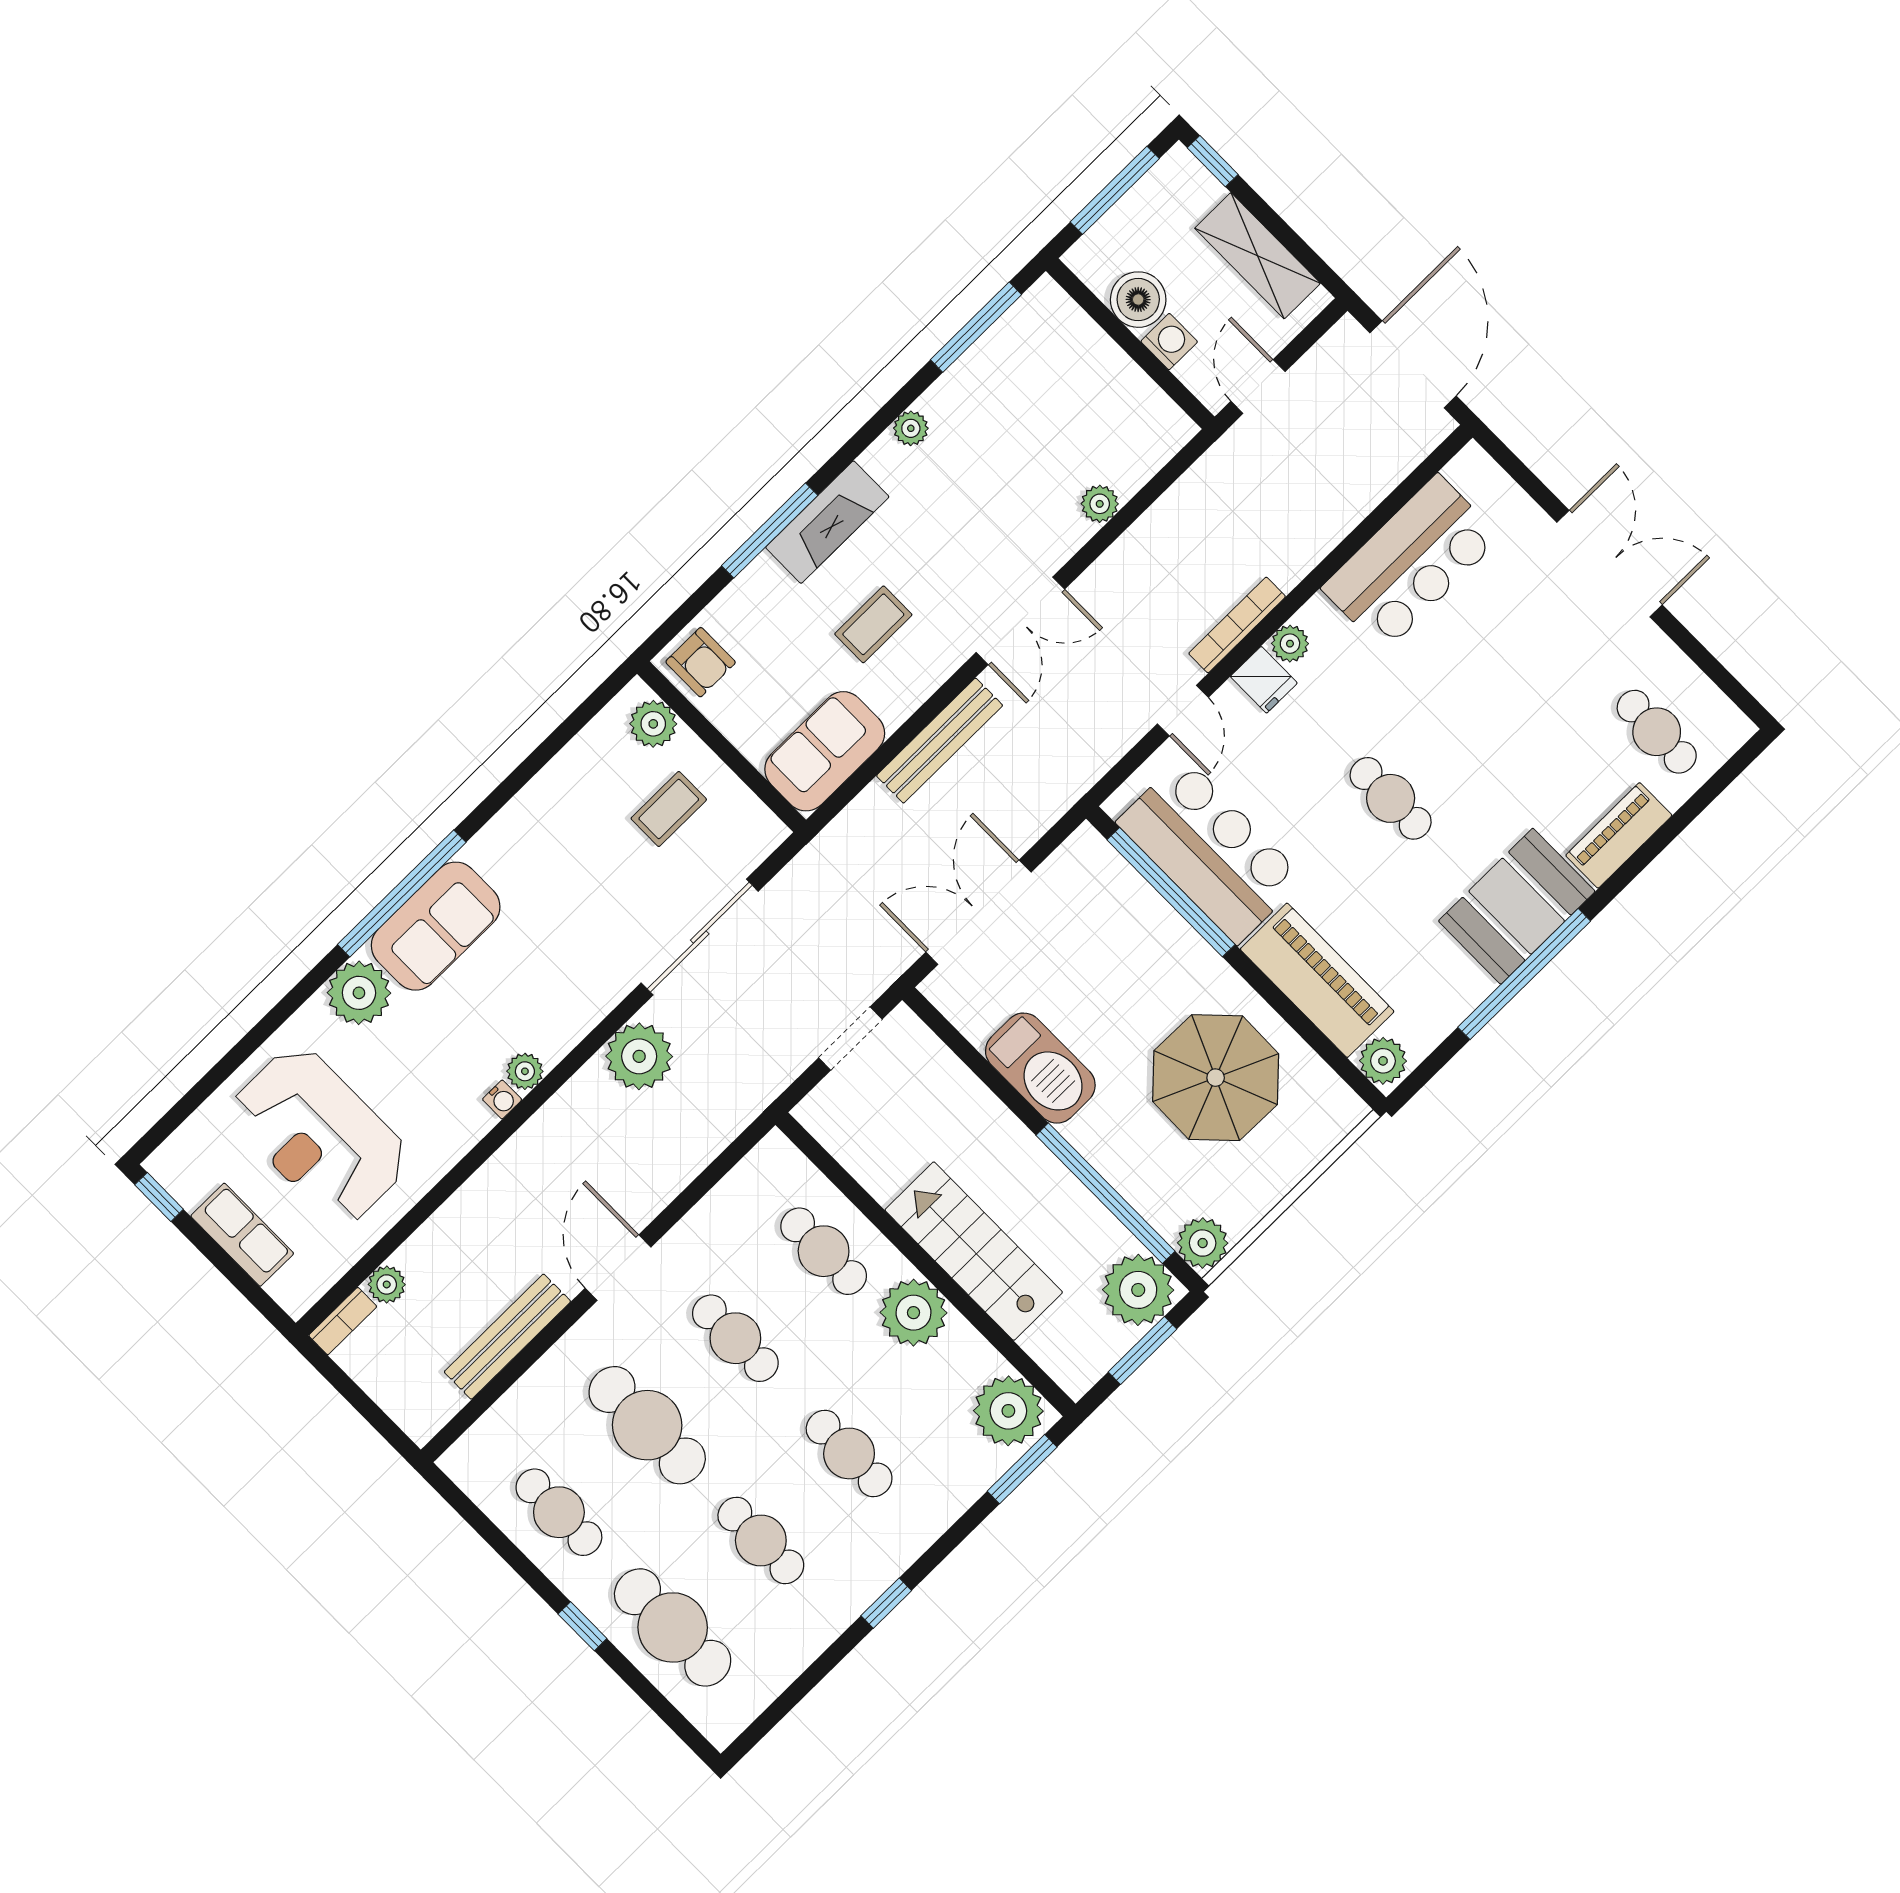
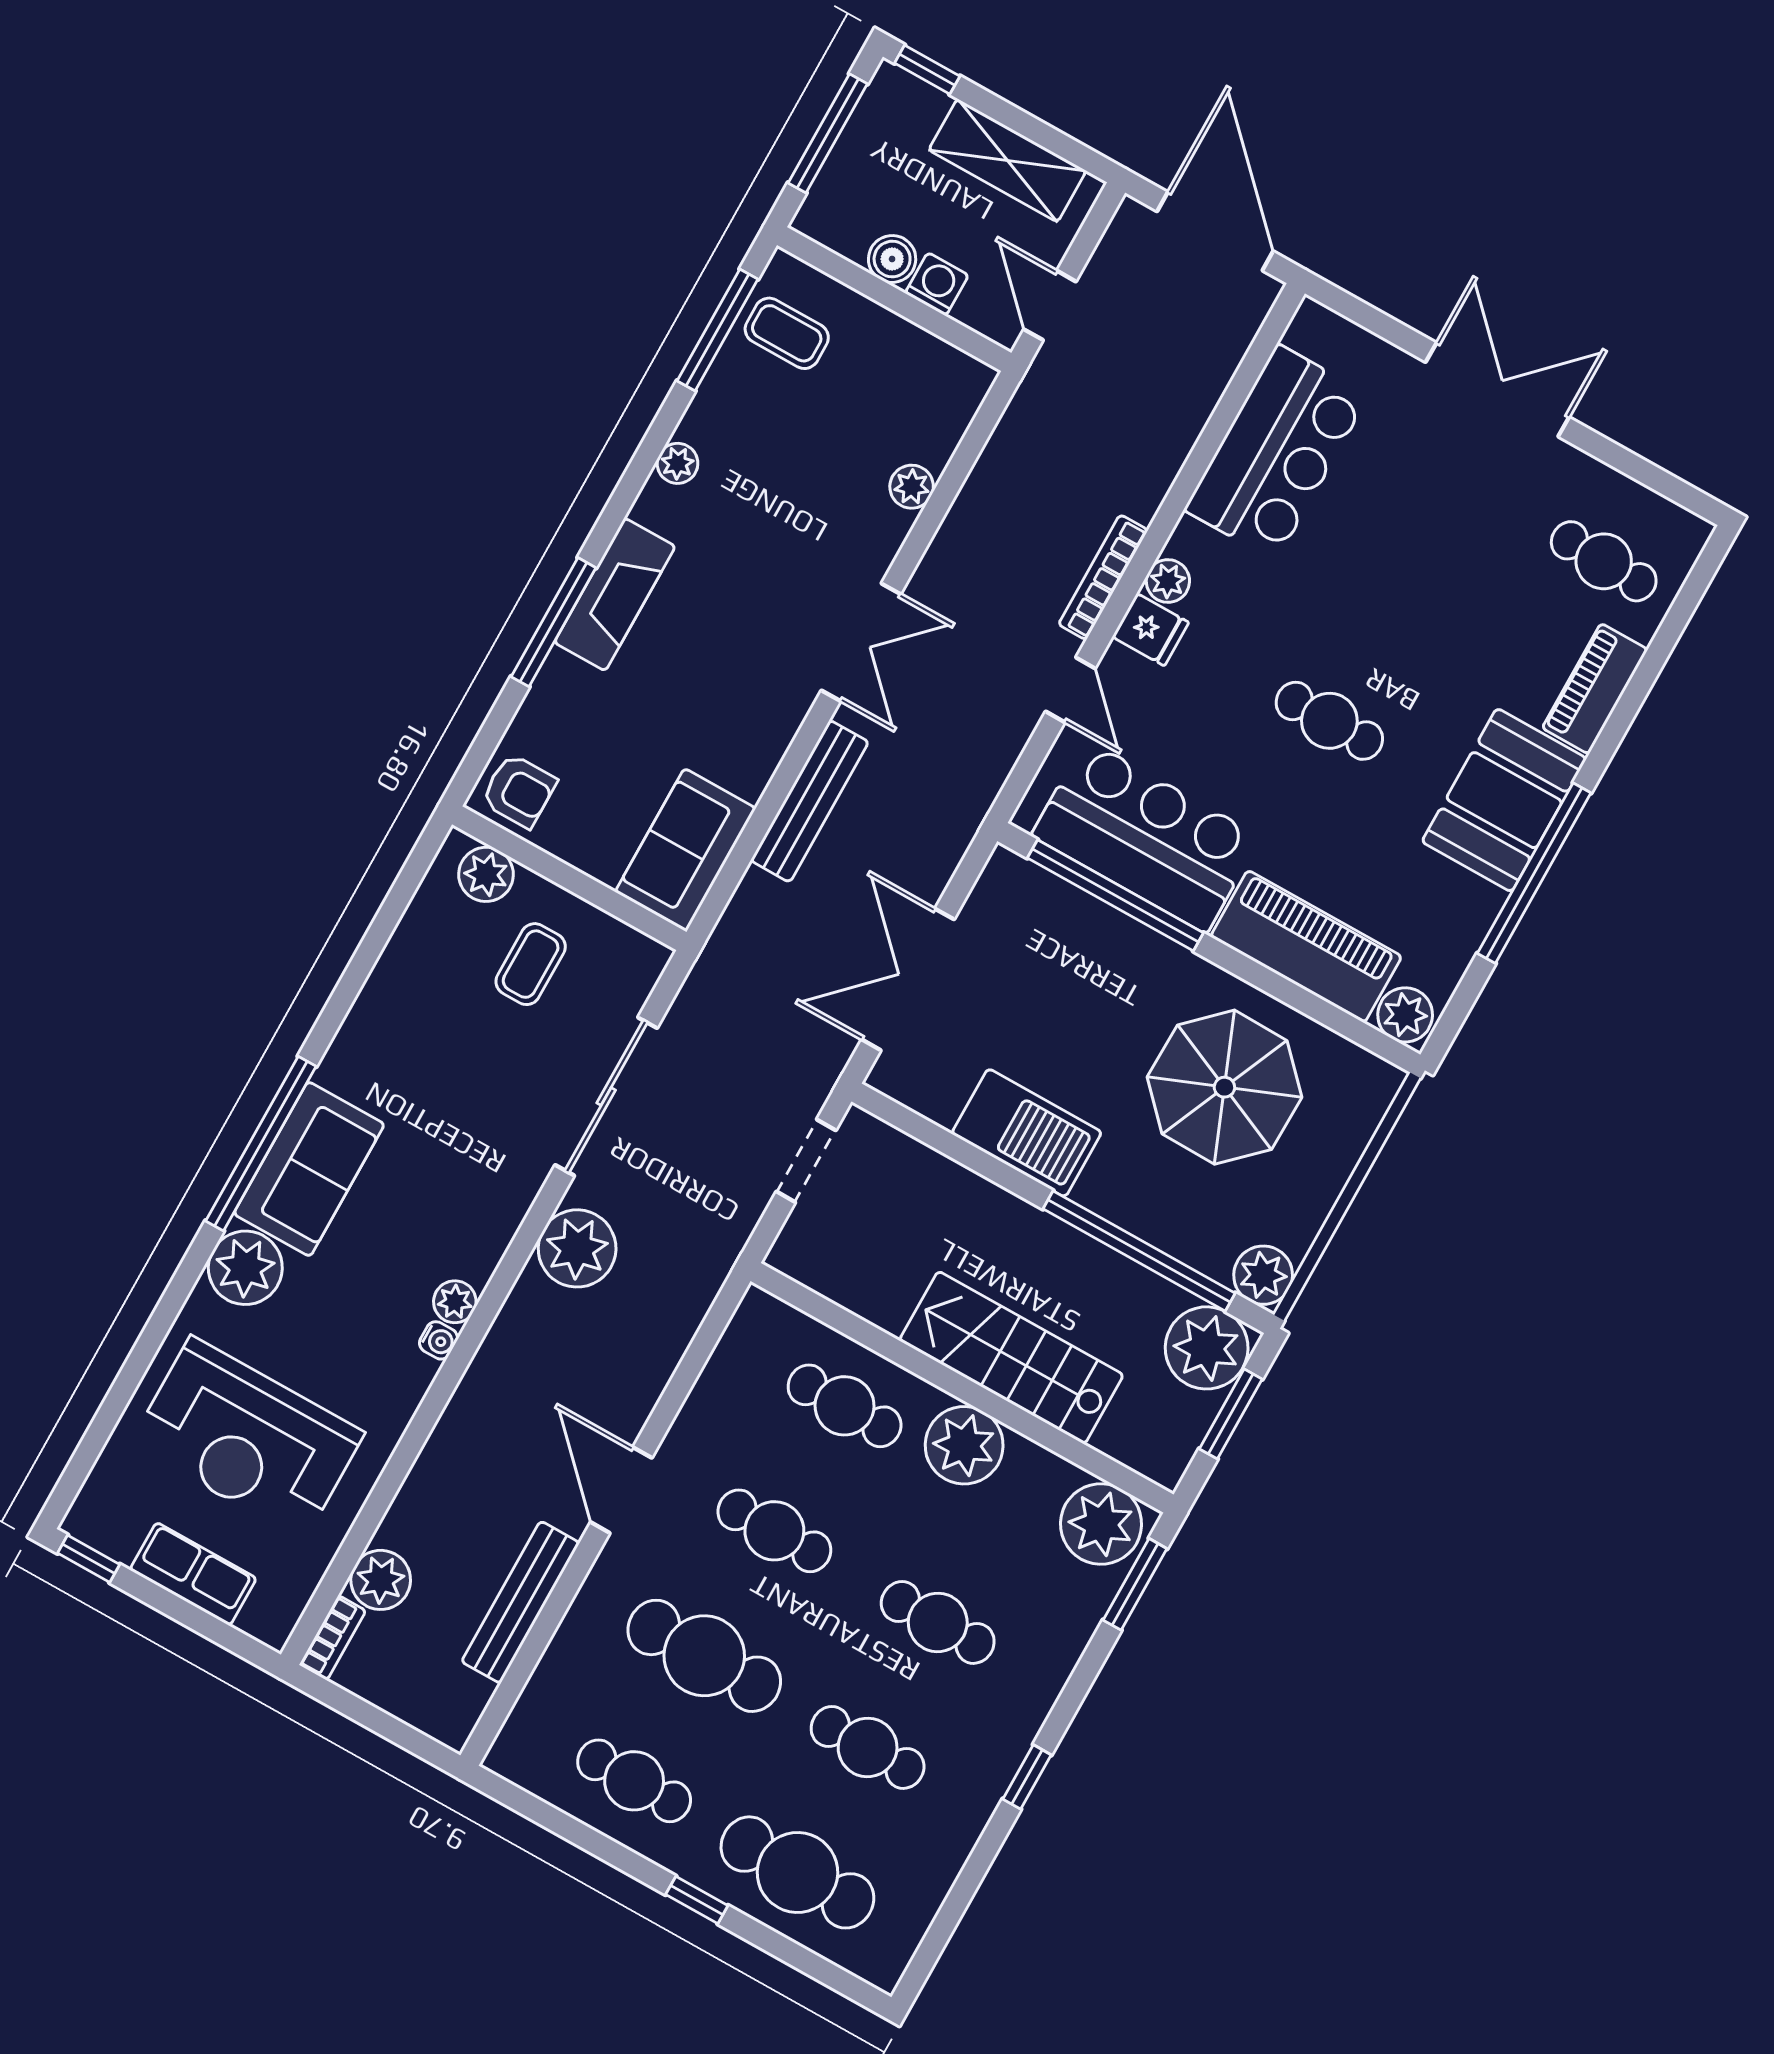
boiler: (1138, 300) -> (892, 259), width x0.73, depth x0.73
coffee table: (873, 624) -> (787, 333), moved, turned 90
plant: (387, 1284) -> (381, 1580), width x1.38, depth x1.38

